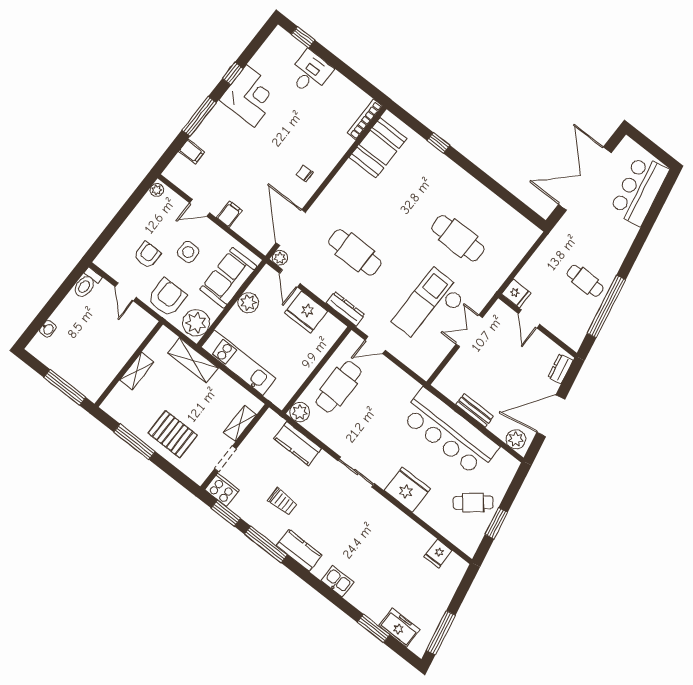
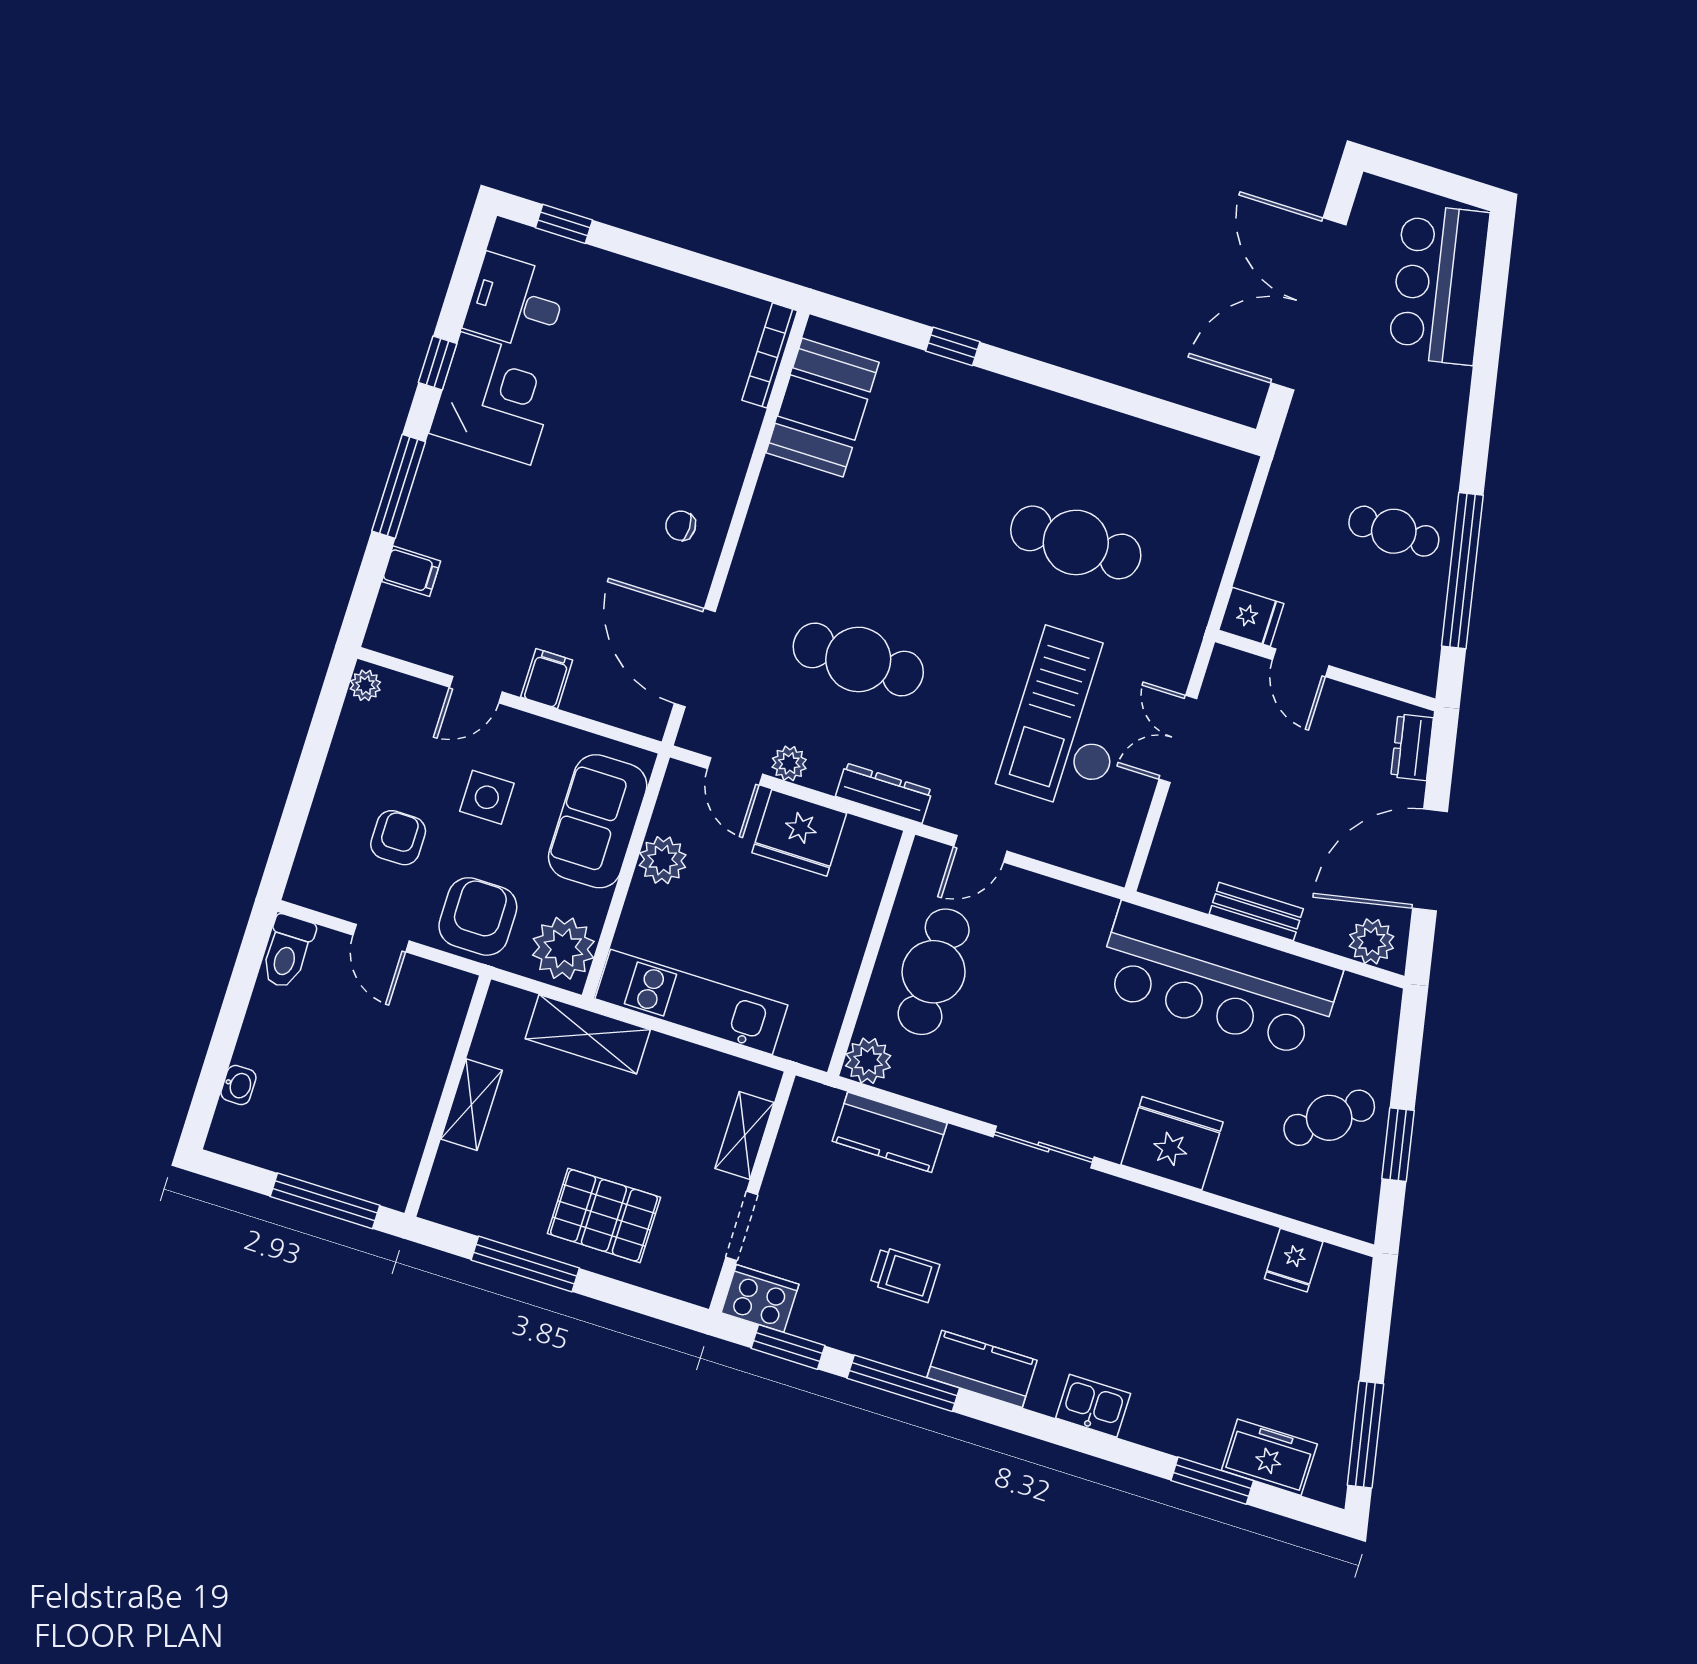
desk: (310, 73) -> (516, 302), moved, turned -90
plant: (280, 258) -> (789, 763), moved

